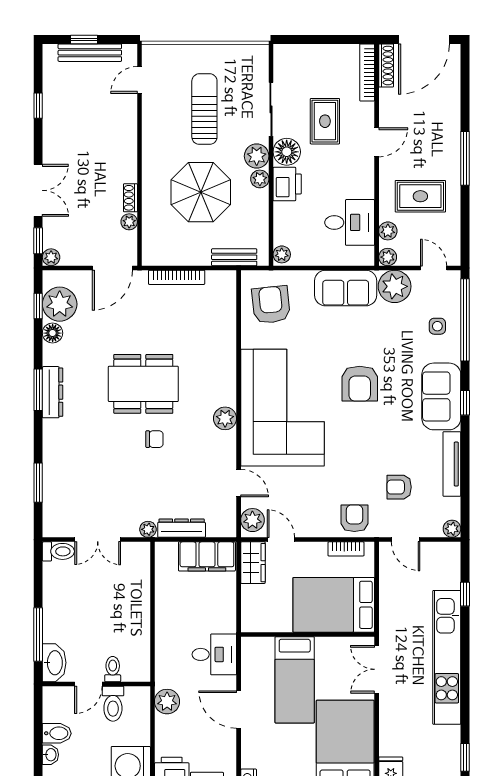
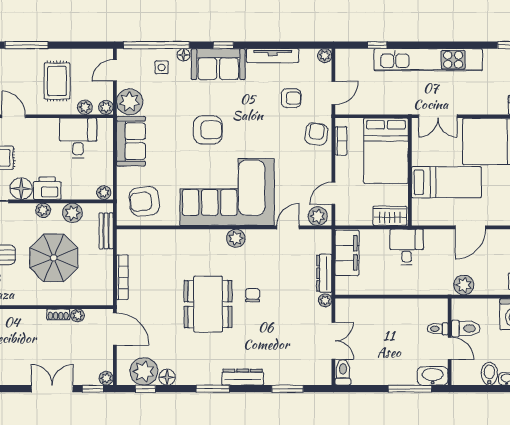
plant: (257, 156) -> (72, 213), moved
floor lamp: (453, 353) -> (184, 55), added
dresser: (53, 392) -> (243, 377), moved
armchair: (399, 487) -> (291, 98), turned -90
armchair: (354, 518) -> (316, 134), turned 98
wardrobe: (253, 563) -> (390, 216), moved
desk: (214, 654) -> (407, 247), moved

